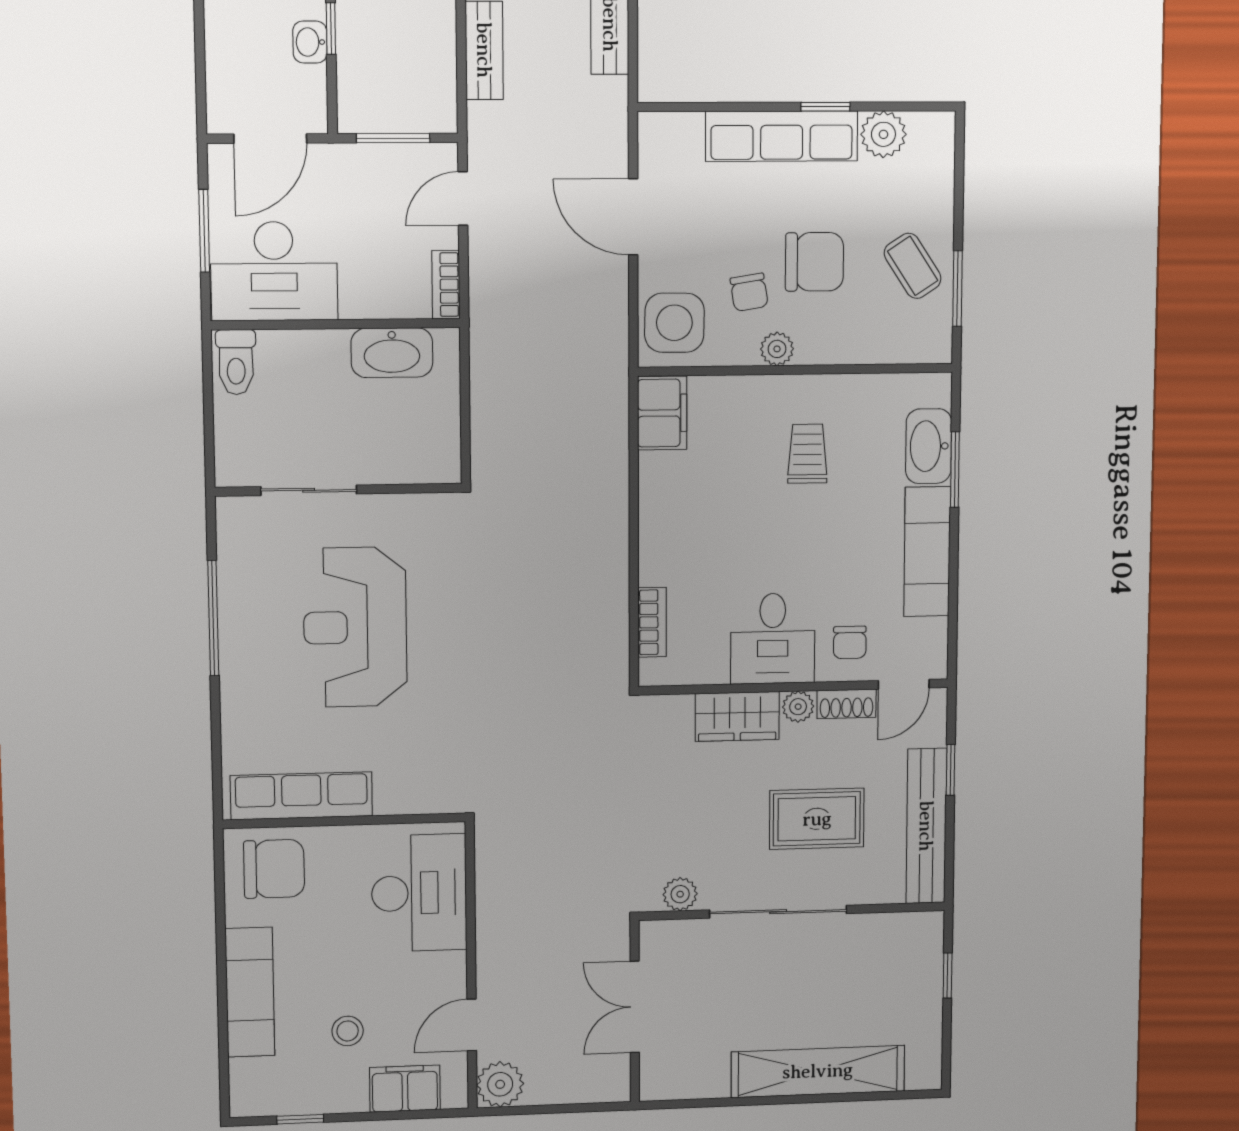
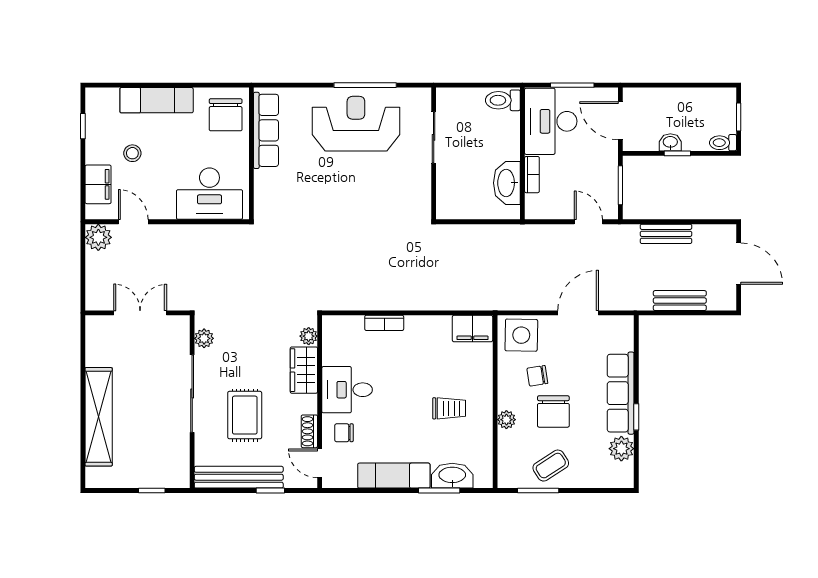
bookcase: (446, 285) -> (532, 175), moved, turned 90
plant: (777, 349) -> (506, 420), moved
bookcase: (652, 622) -> (384, 323), moved
reception desk: (355, 627) -> (356, 124), moved
plant: (798, 707) -> (309, 336), moved

